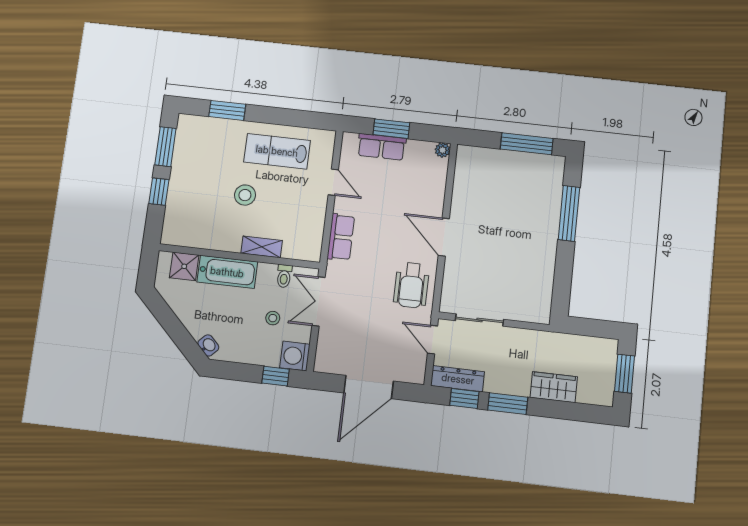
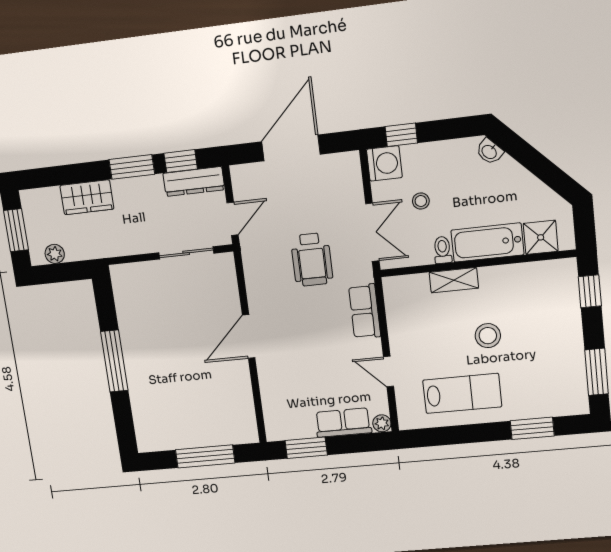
window: (391, 129) -> (306, 448), moved
window: (527, 144) -> (205, 456), moved
plant: (442, 150) -> (382, 423), moved
window: (159, 192) -> (590, 291), moved
window: (569, 213) -> (114, 361), moved
door: (444, 237) -> (249, 336), swing flipped
toilet: (284, 276) -> (443, 250), moved
wheelchair: (411, 285) -> (312, 260), moved, turned 180
door: (432, 340) -> (233, 219), hinge flipped
plant: (595, 345) -> (55, 254), added

